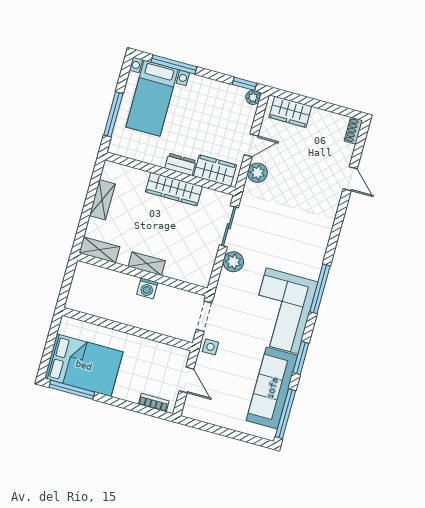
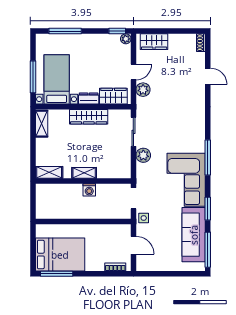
bed with nightstands: (152, 98) -> (57, 79), moved, turned 180
shelving: (102, 200) -> (42, 124), moved

